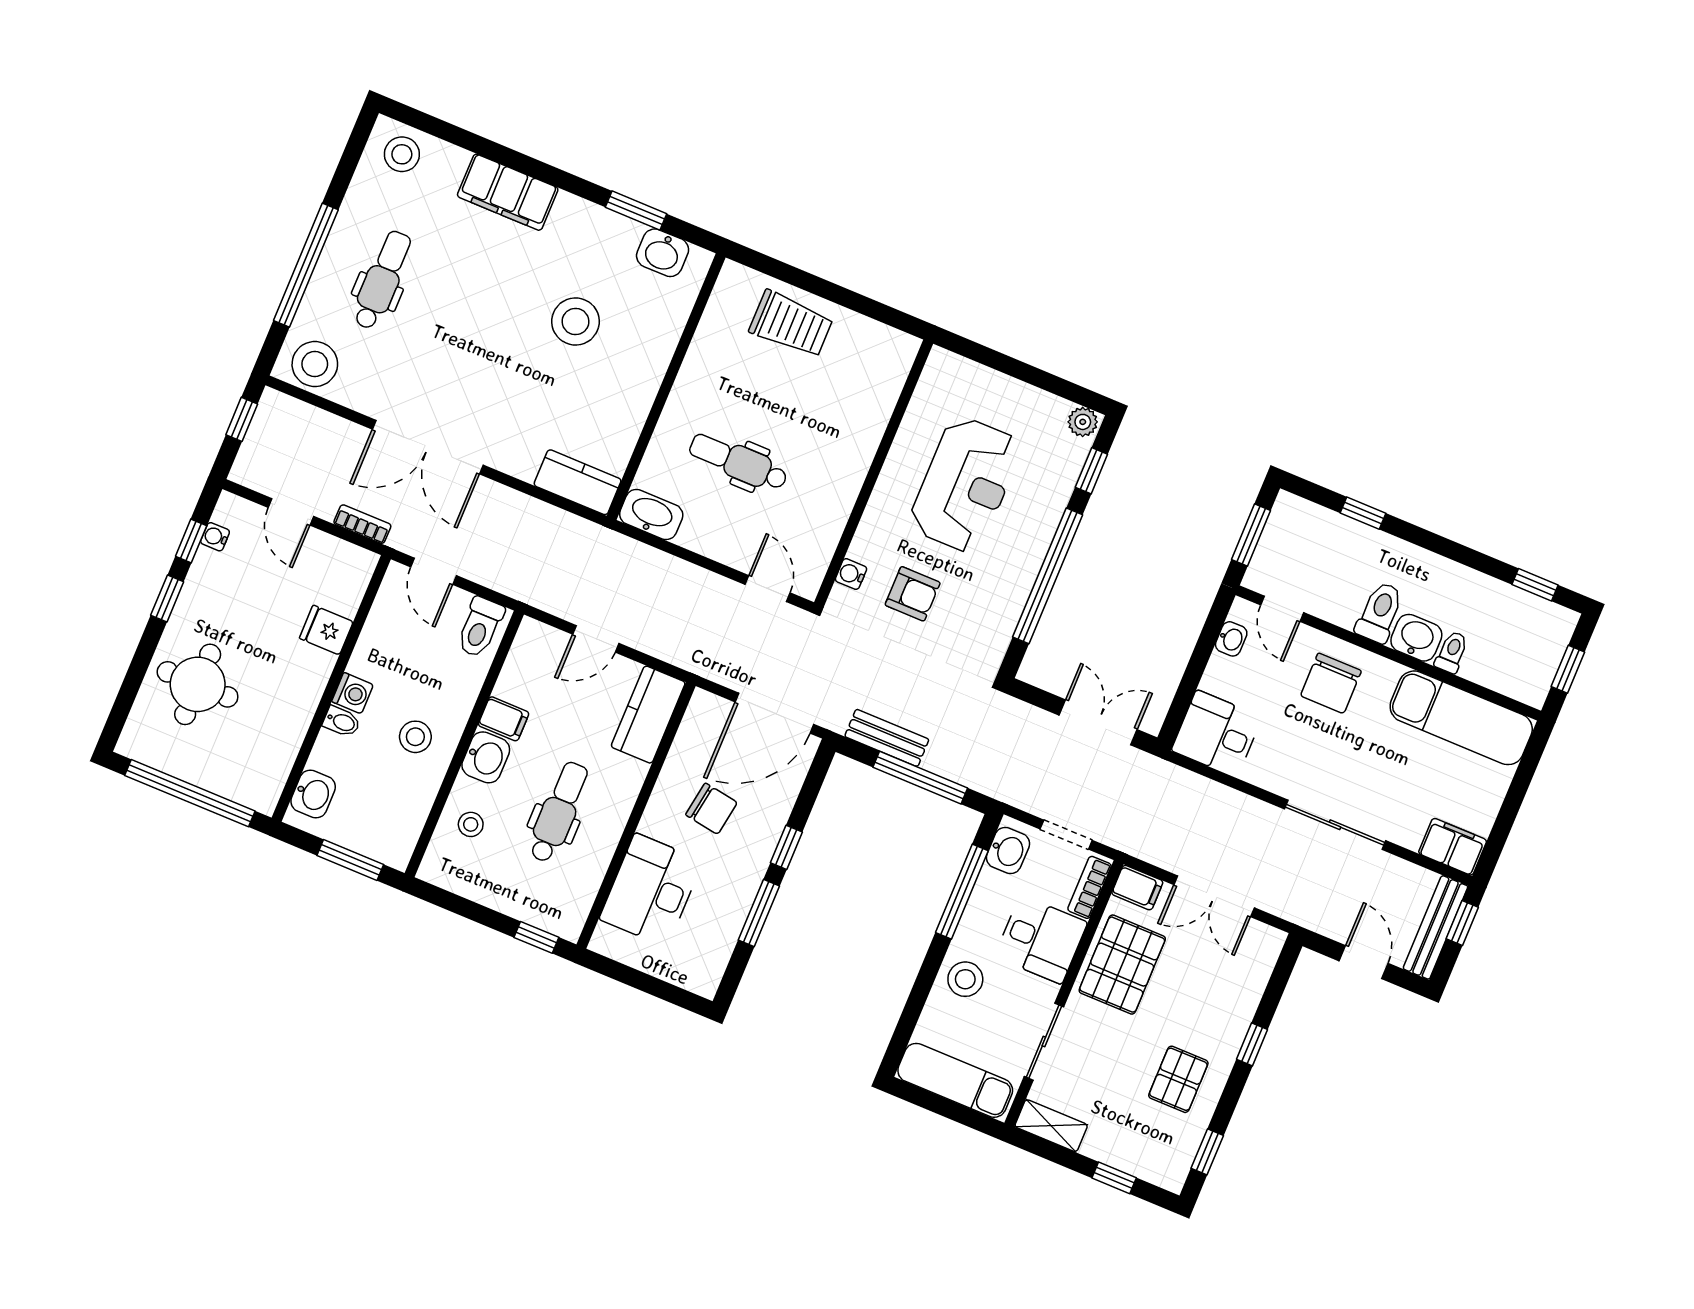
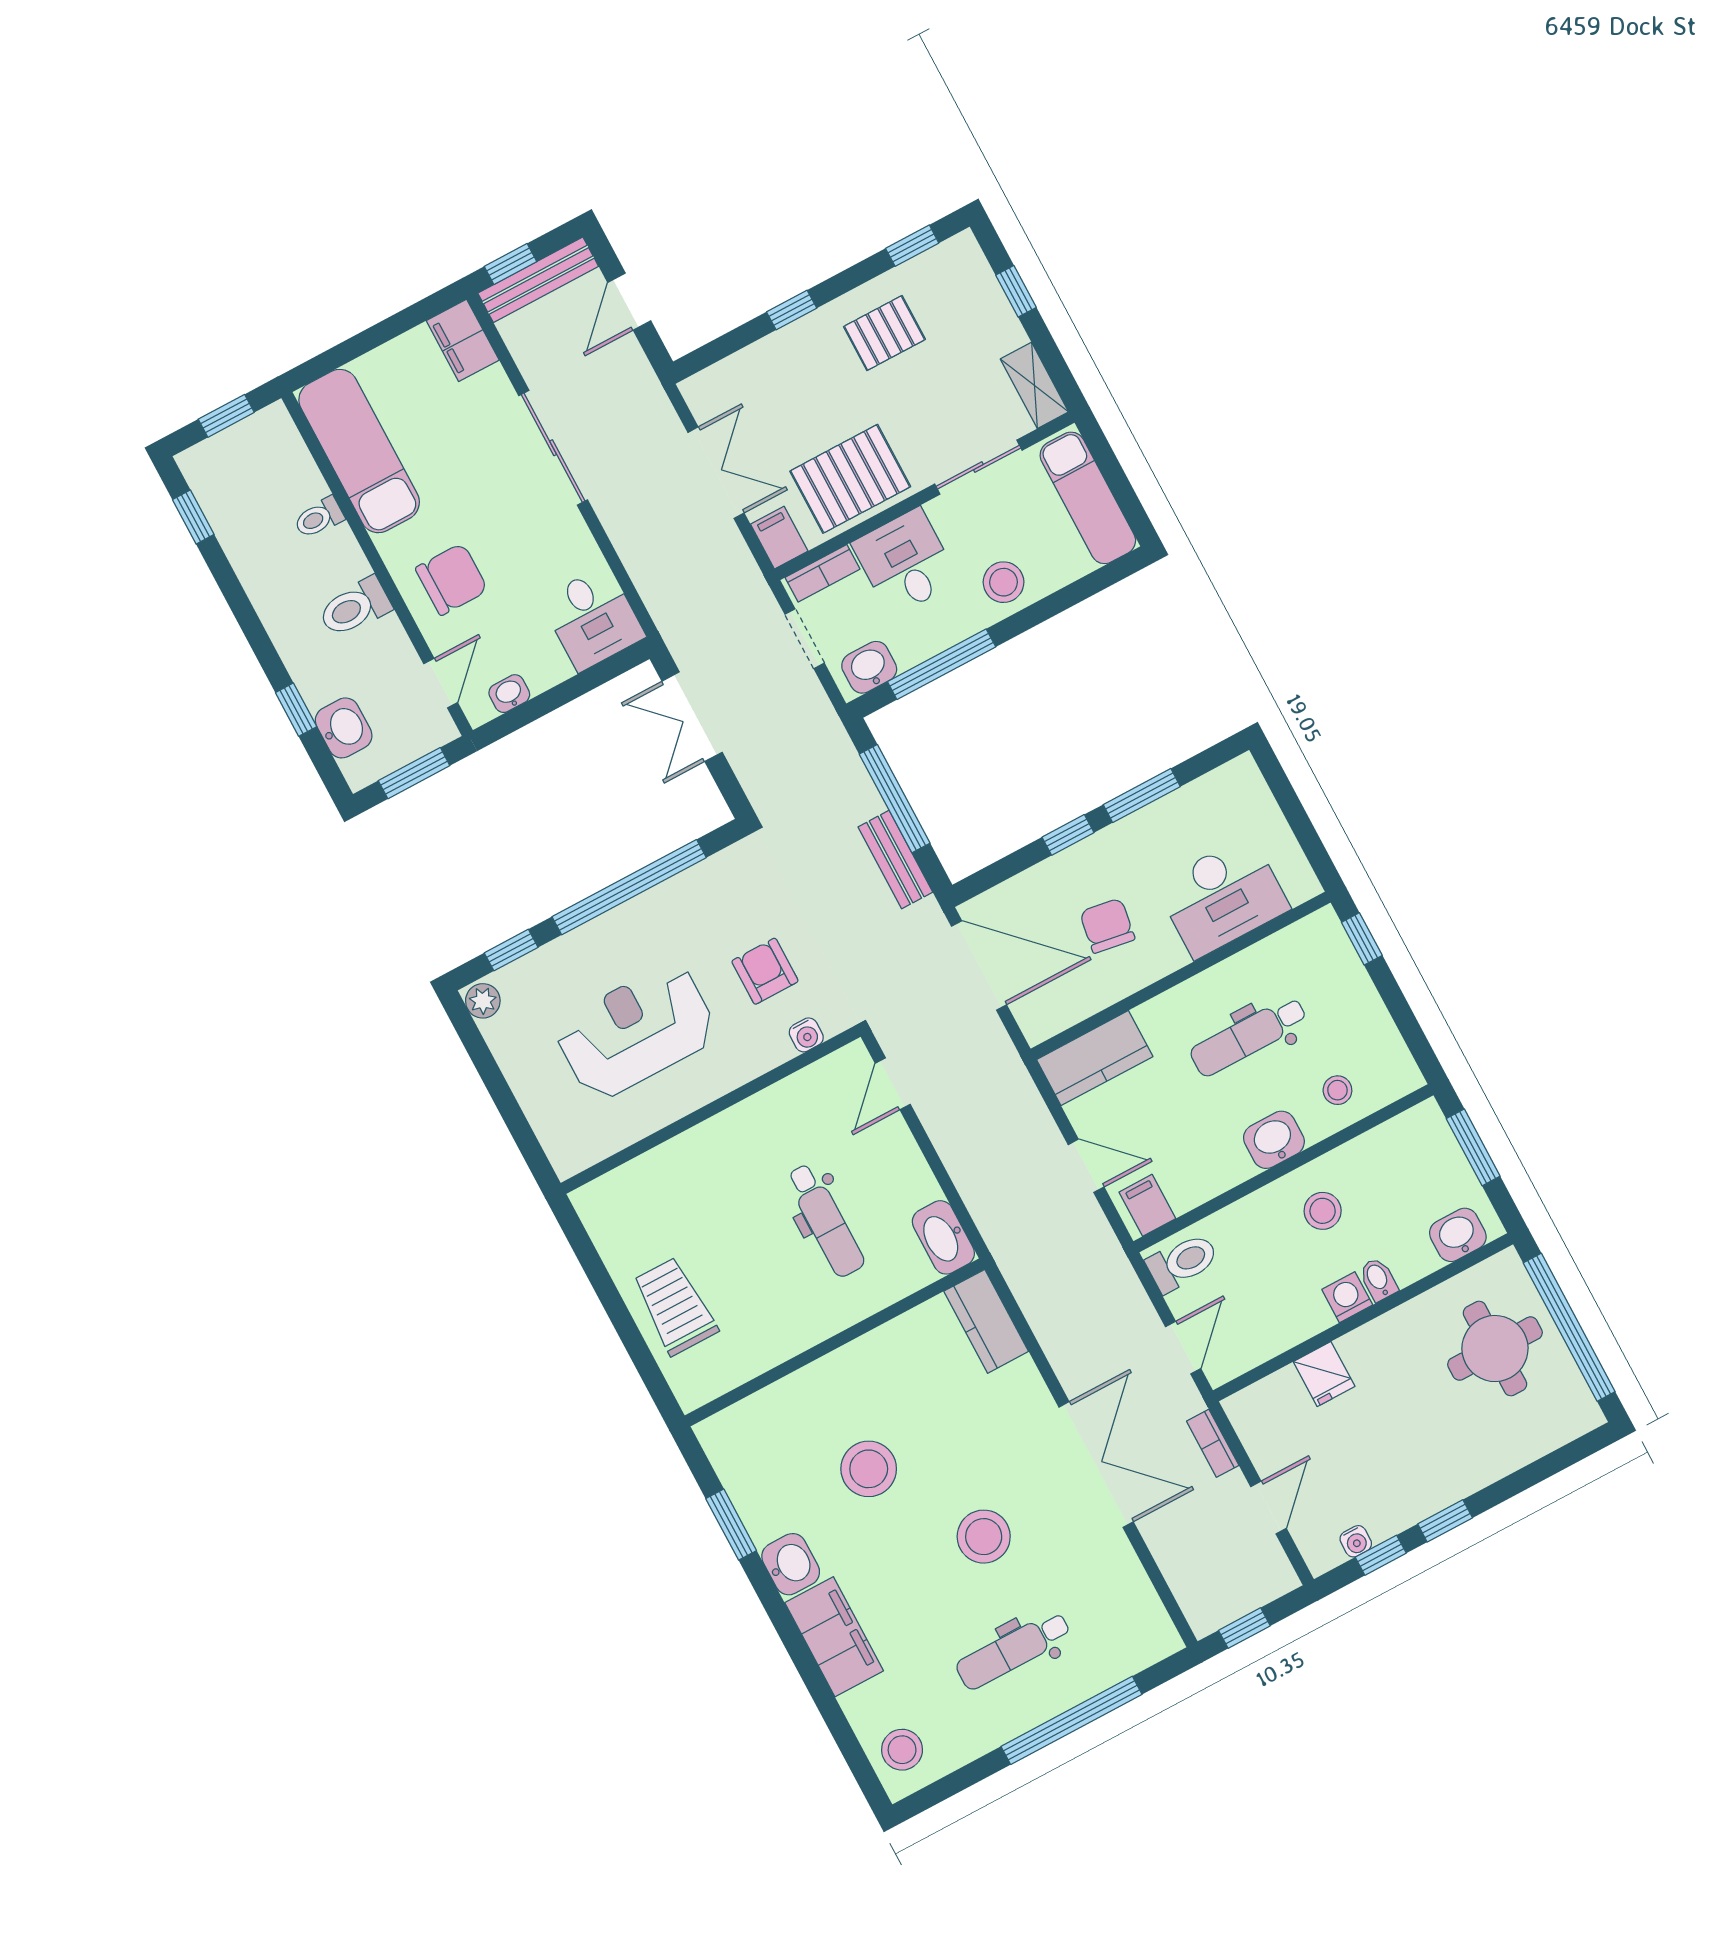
washbasin: (663, 253) -> (791, 1564), moved
stool: (315, 364) -> (984, 1537), moved
washbasin: (1416, 638) -> (344, 728), moved, turned 180
round table: (198, 684) -> (1495, 1349), moved
filing cabinet: (504, 719) -> (1147, 1205), moved

